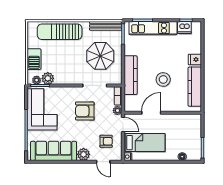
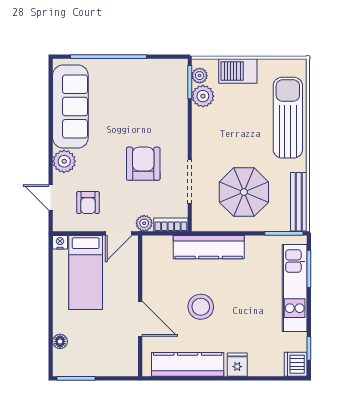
dishwasher: (184, 28) -> (296, 364), moved
corner sofa: (42, 109) -> (146, 86), removed
door: (151, 113) -> (140, 319), moved
door: (103, 162) -> (51, 197), hinge flipped

